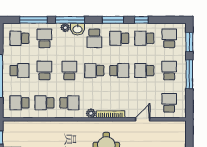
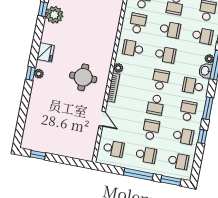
school desk: (144, 38) -> (183, 136), turned 90
school desk: (69, 103) -> (133, 48), turned 90

